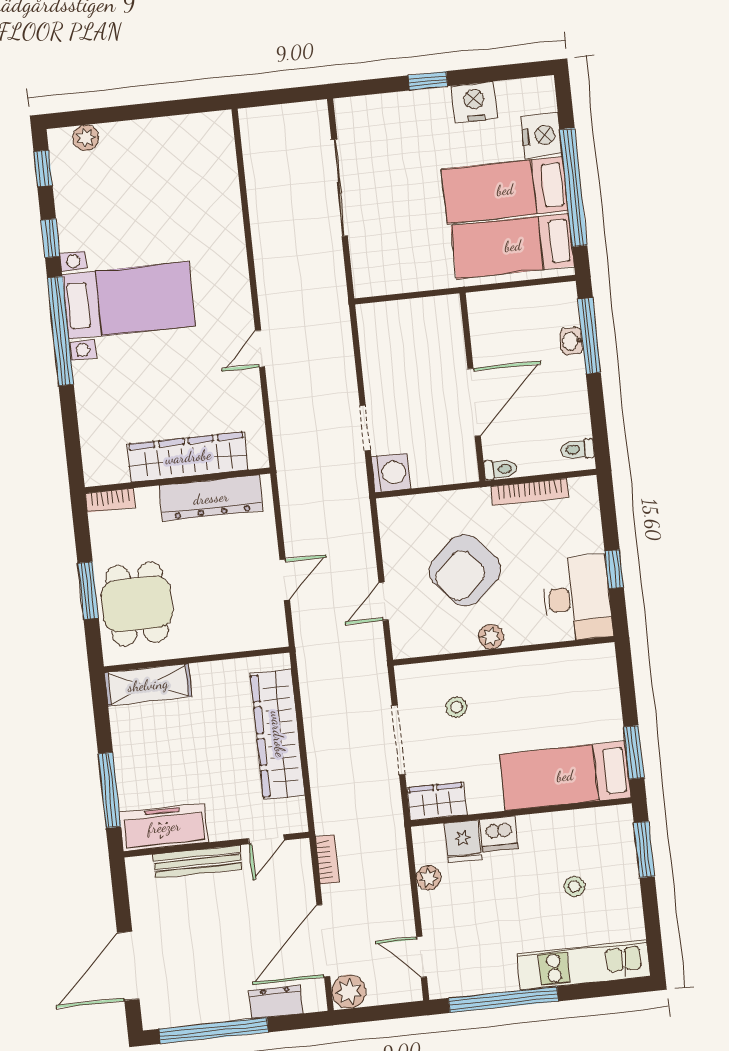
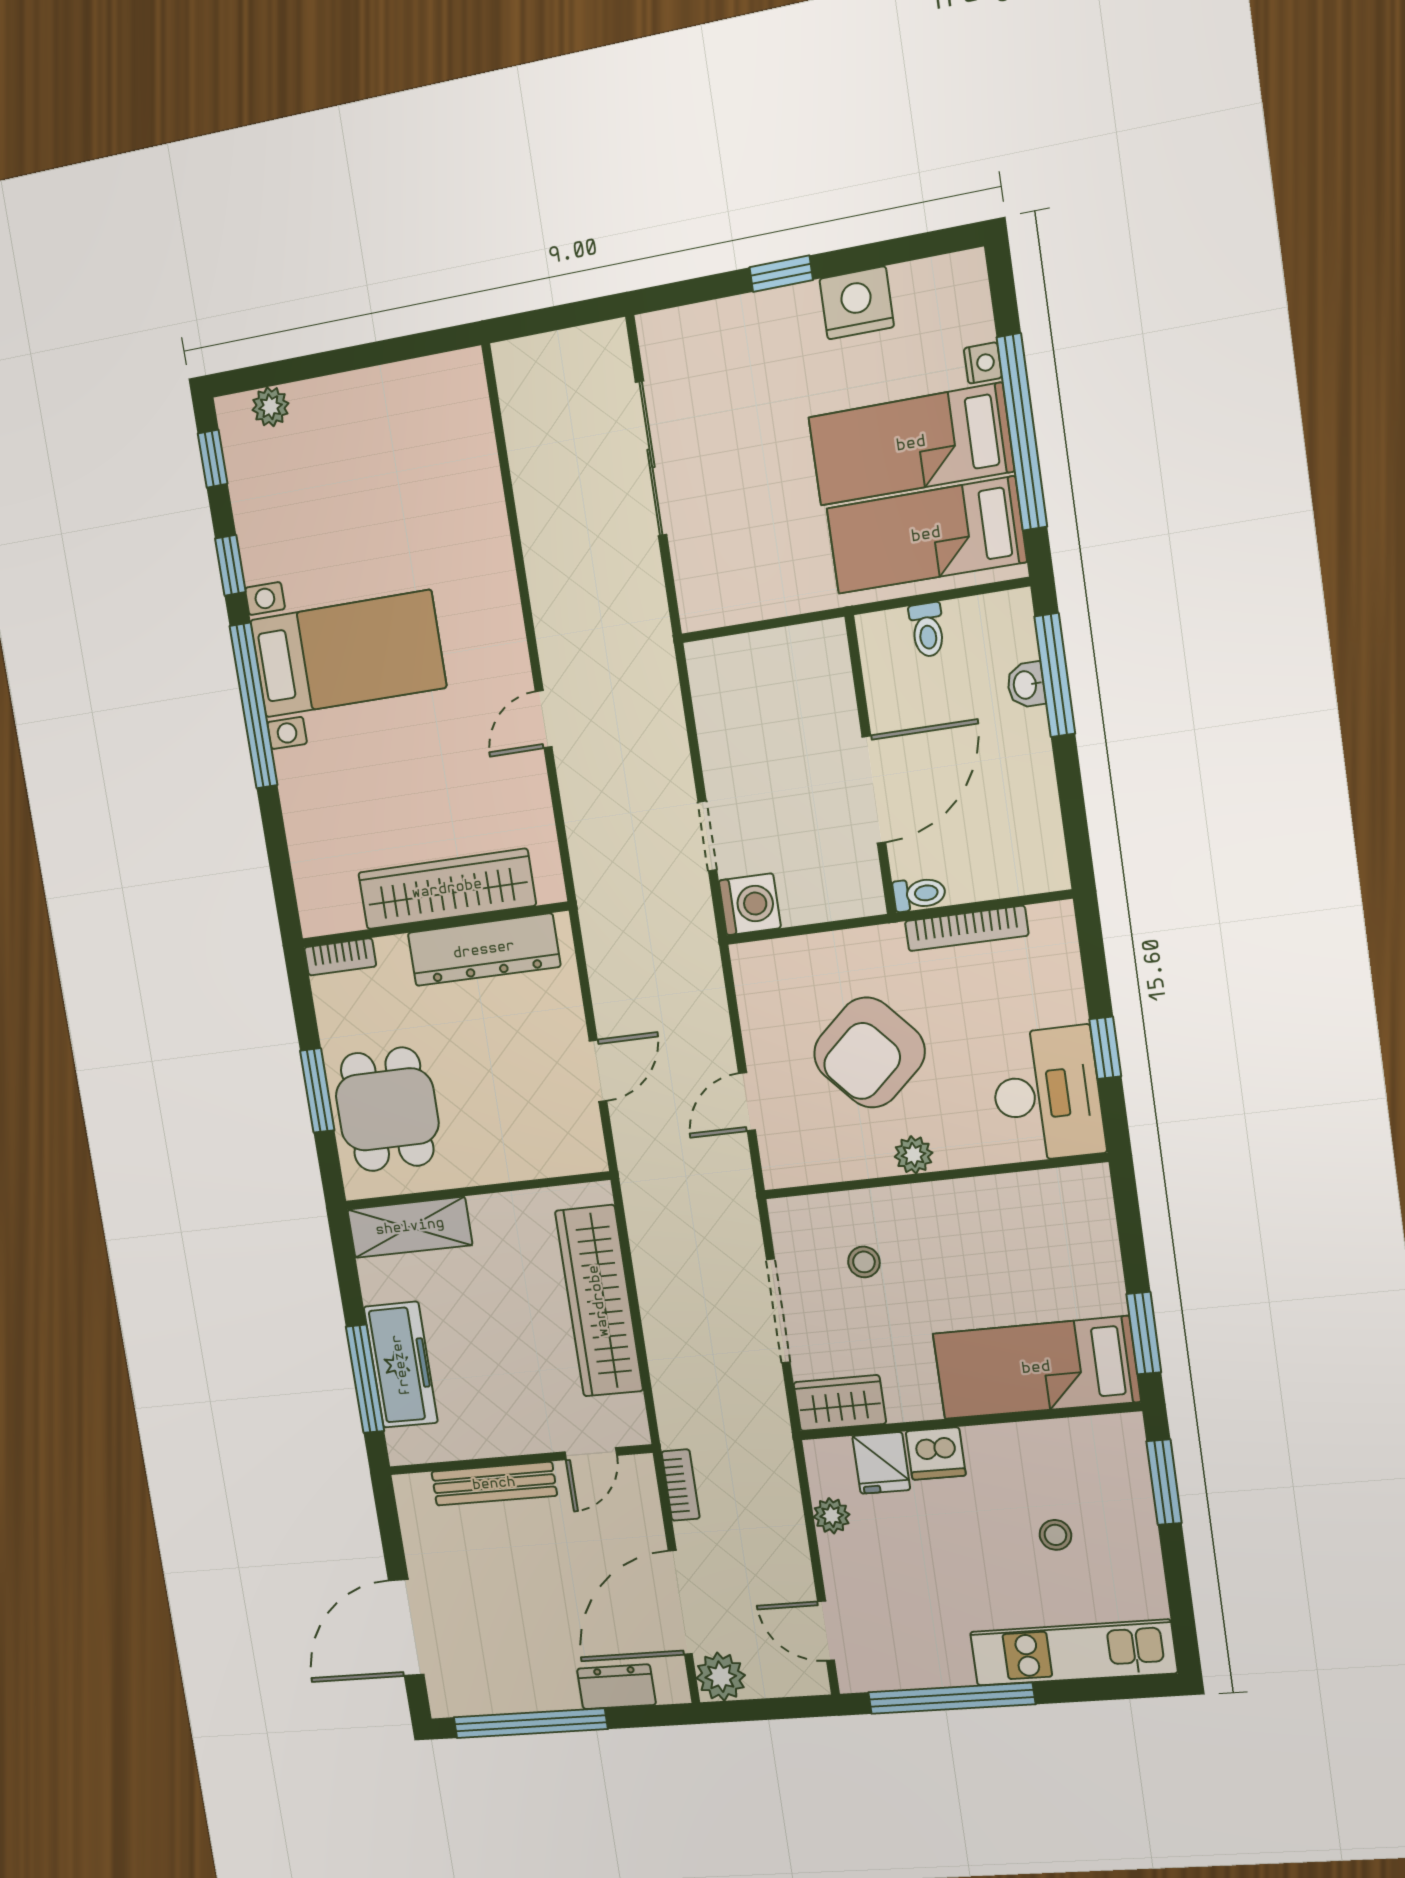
nightstand: (542, 135) -> (983, 363), width x0.53, depth x0.56
toilet: (577, 449) -> (927, 630), moved, turned -90
freezer: (164, 827) -> (401, 1365), moved, turned 90

